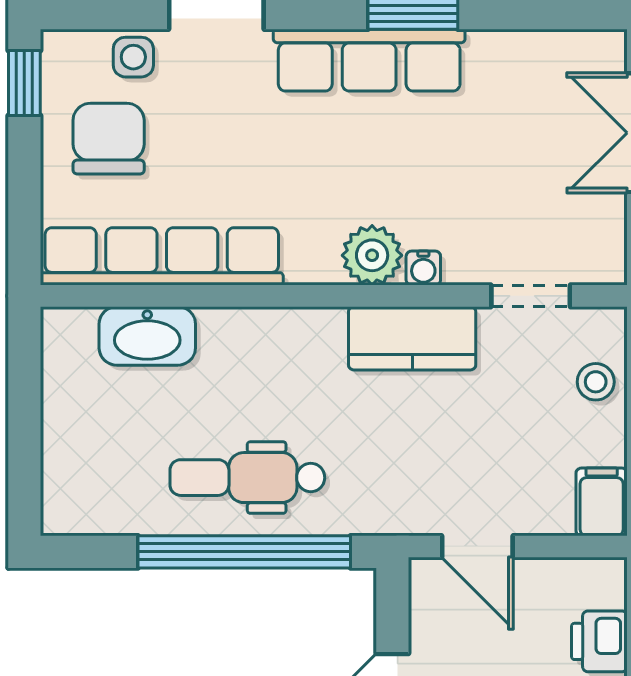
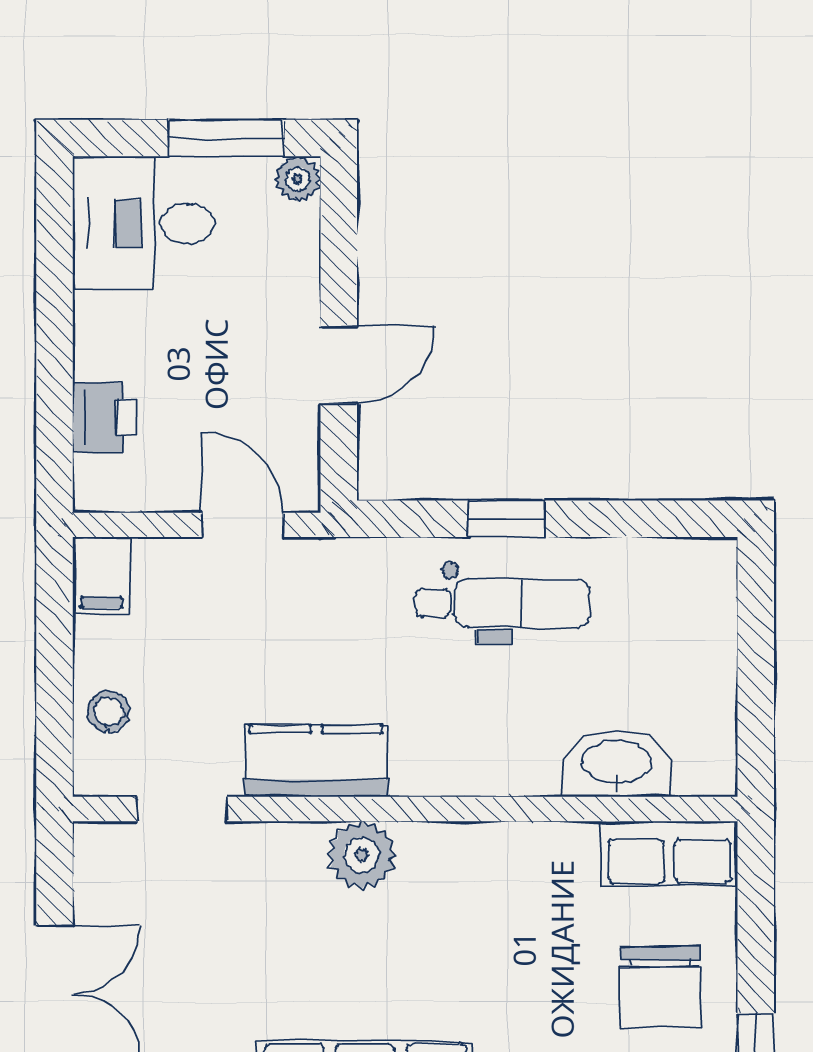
row of seats: (162, 256) -> (669, 854), width x0.50
water cooler: (423, 268) -> (304, 840), removed
window: (244, 552) -> (506, 519), width x0.32

